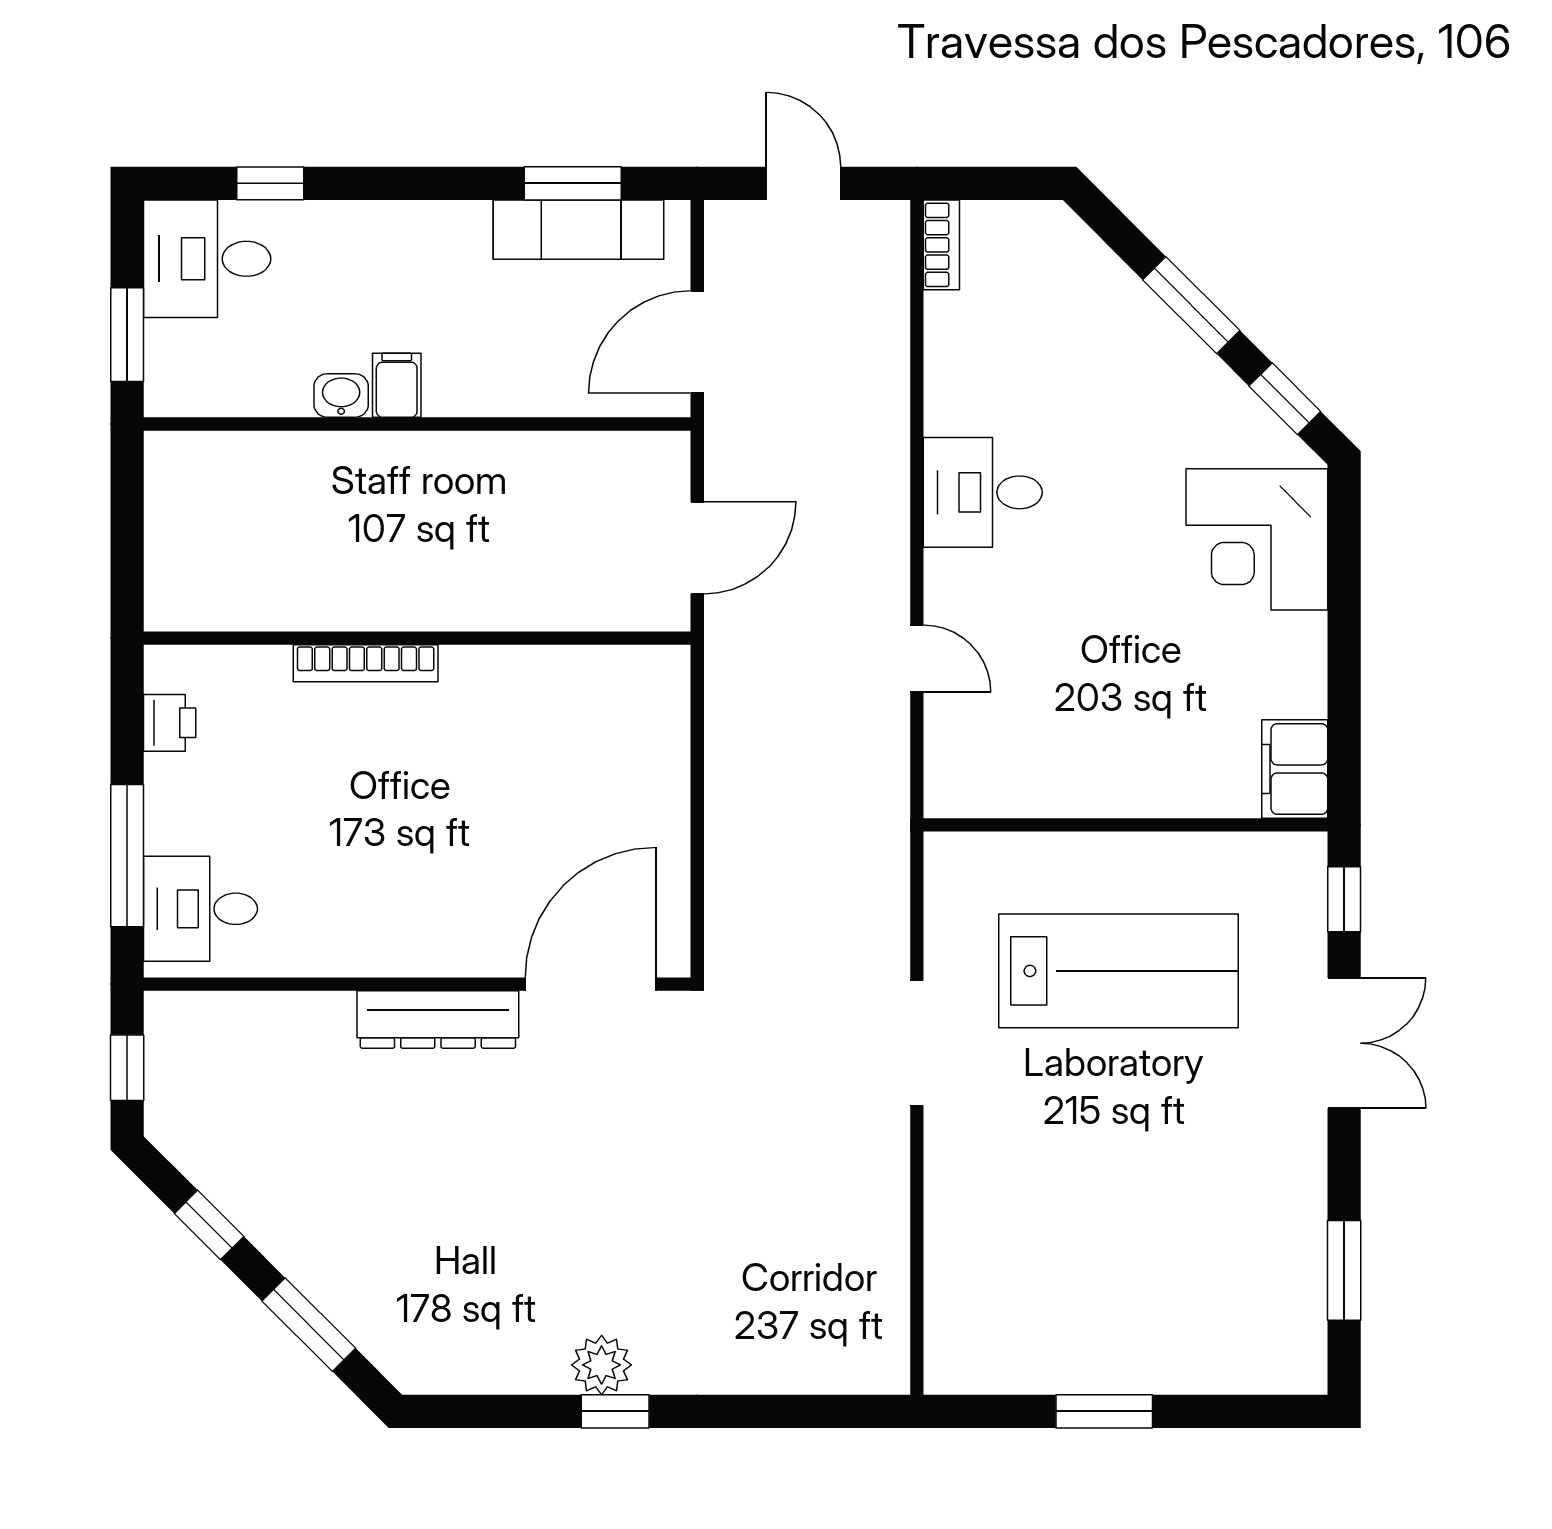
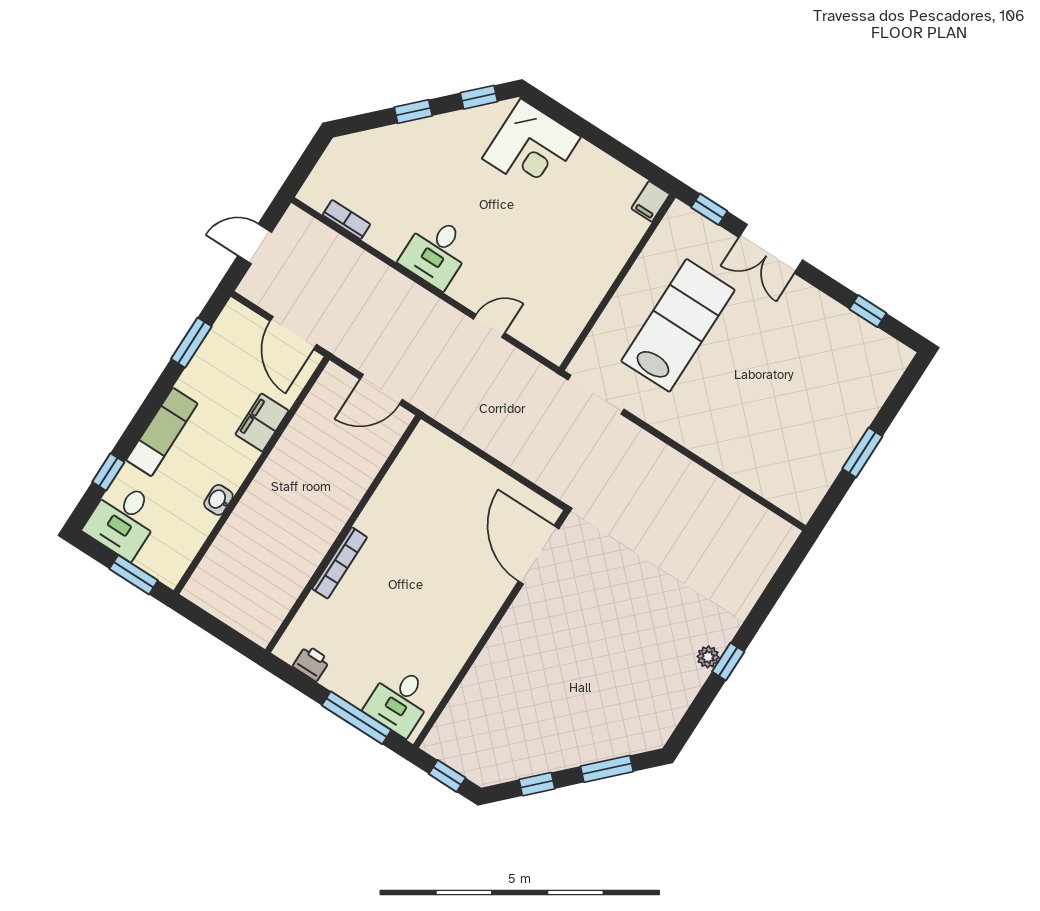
exam couch: (579, 230) -> (162, 432), moved
bookcase: (941, 245) -> (346, 220), moved
window: (1191, 305) -> (413, 112), width x0.67
filing cabinet: (397, 385) -> (262, 422), moved, width x2.00
door: (697, 548) -> (381, 389), swing flipped
filing cabinet: (1295, 769) -> (651, 201), width x0.50
dresser: (438, 1019) -> (512, 630), removed
doorway: (917, 1043) -> (596, 395), moved
double door: (1344, 1043) -> (771, 249), swing flipped
window: (1344, 1270) -> (868, 311), width x0.67
plant: (602, 1365) -> (708, 657), width x0.73, depth x0.73

